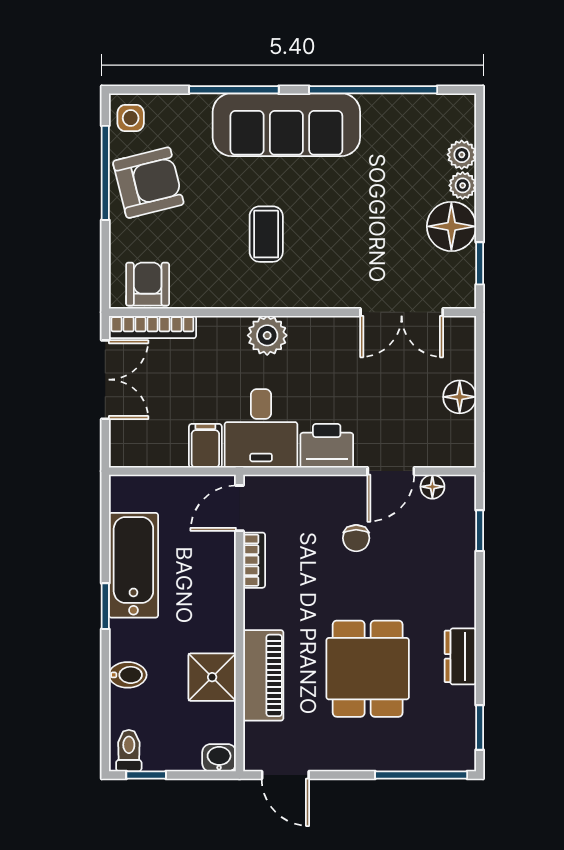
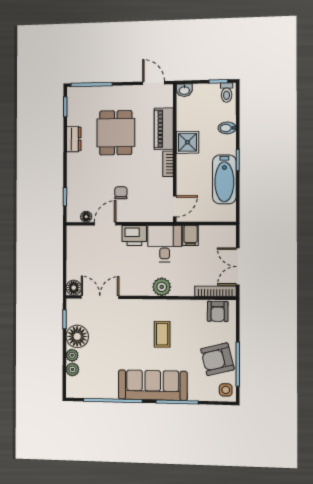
floor lamp: (460, 397) -> (74, 288), moved
bookcase: (254, 560) -> (168, 164), moved
shower: (212, 677) -> (187, 142), moved

